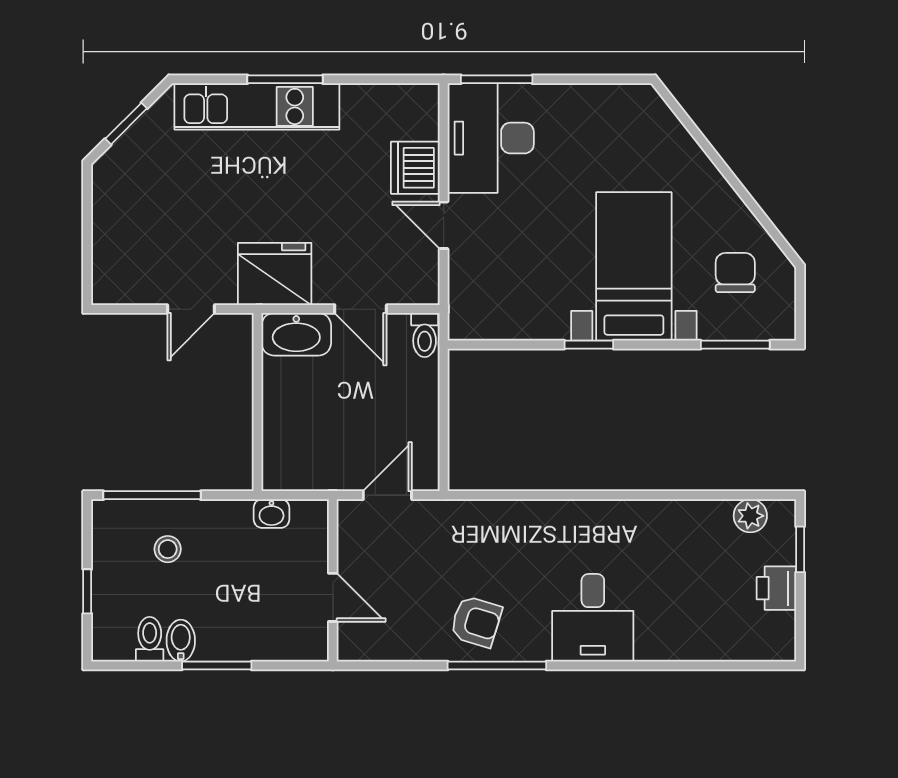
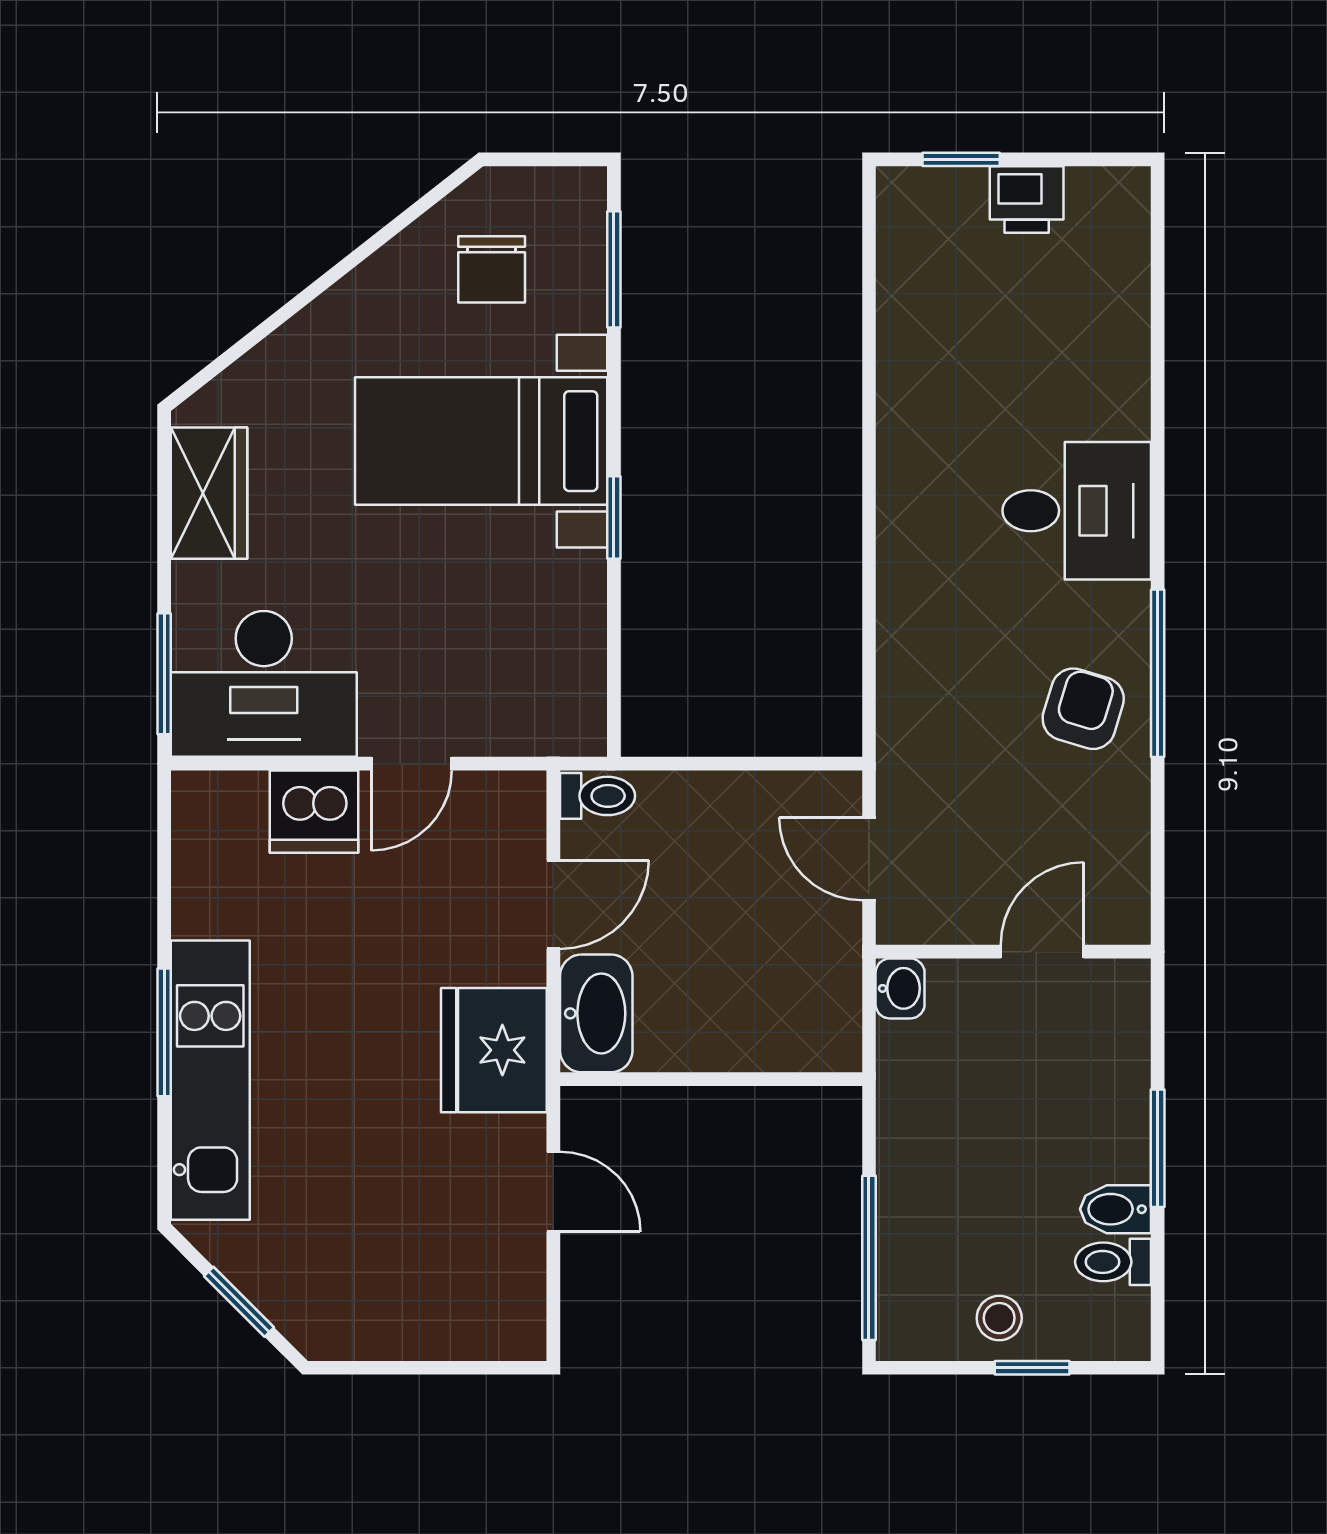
wardrobe: (603, 106) -> (209, 493), added
chair: (735, 273) -> (492, 269), turned -90
washbasin: (271, 514) -> (900, 988), moved
plant: (750, 516) -> (904, 244), removed
stool: (168, 549) -> (999, 1318), moved

